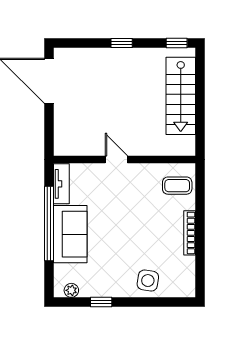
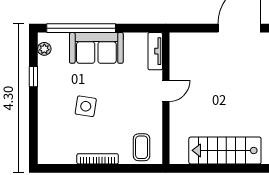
tv unit: (61, 184) -> (155, 51), moved, turned 90
window: (49, 224) -> (81, 28), moved
side table: (148, 281) -> (86, 106), moved

